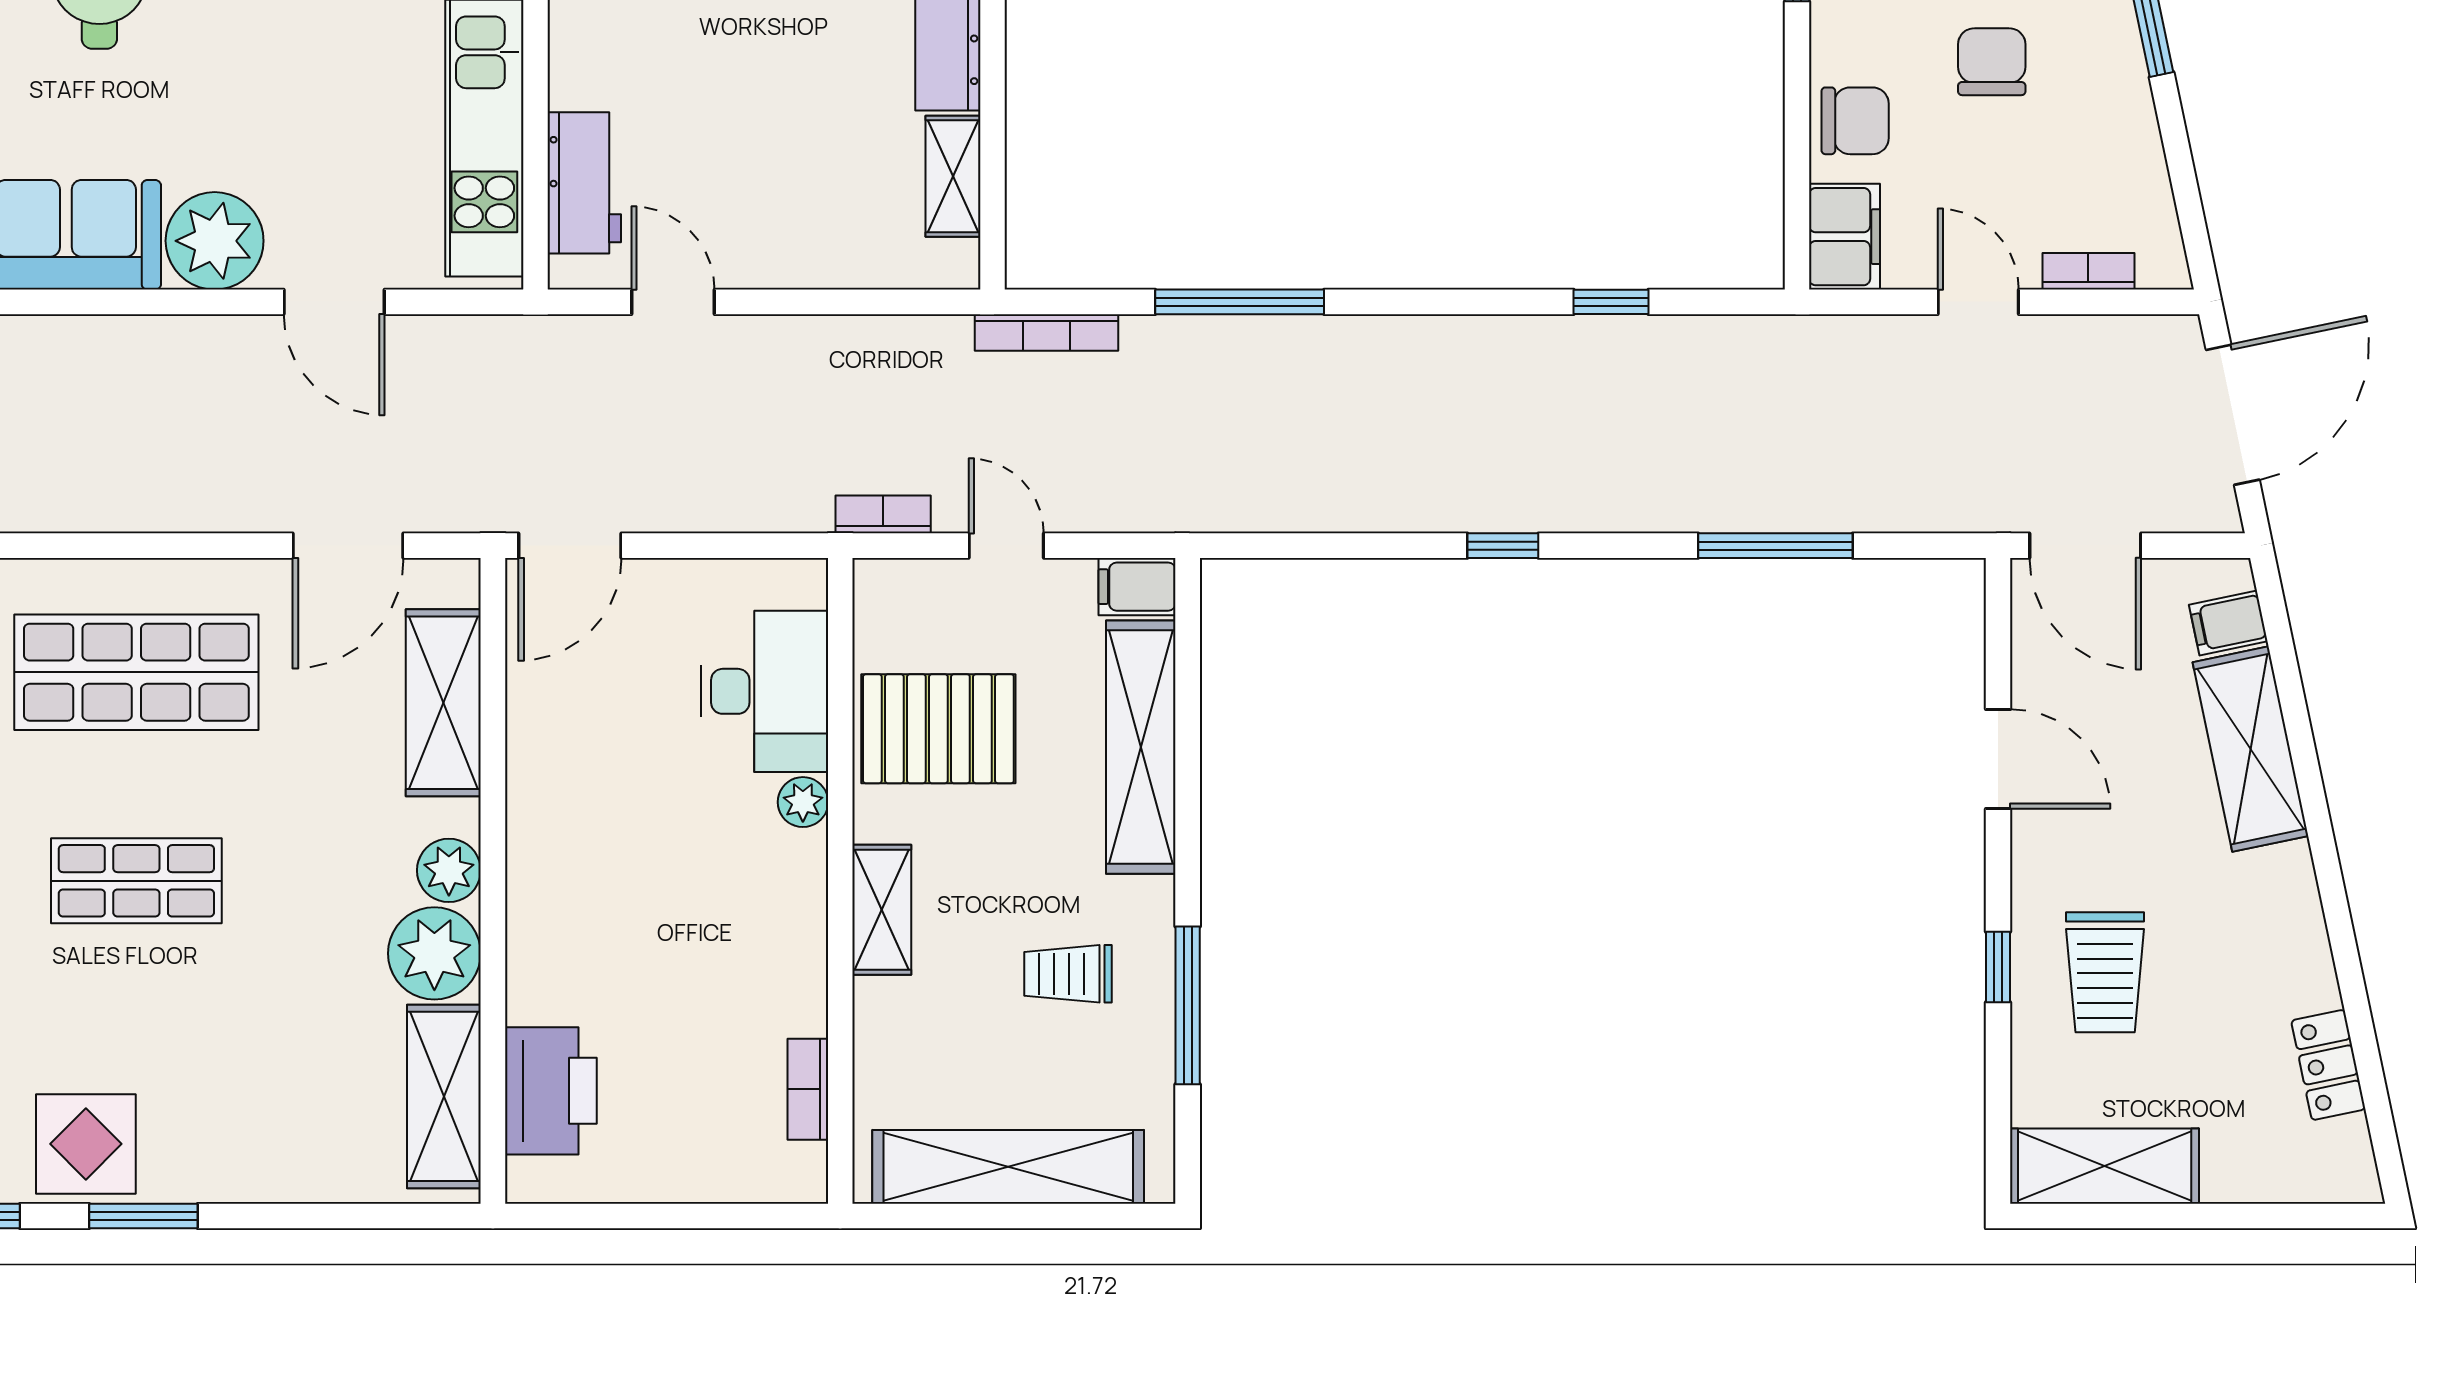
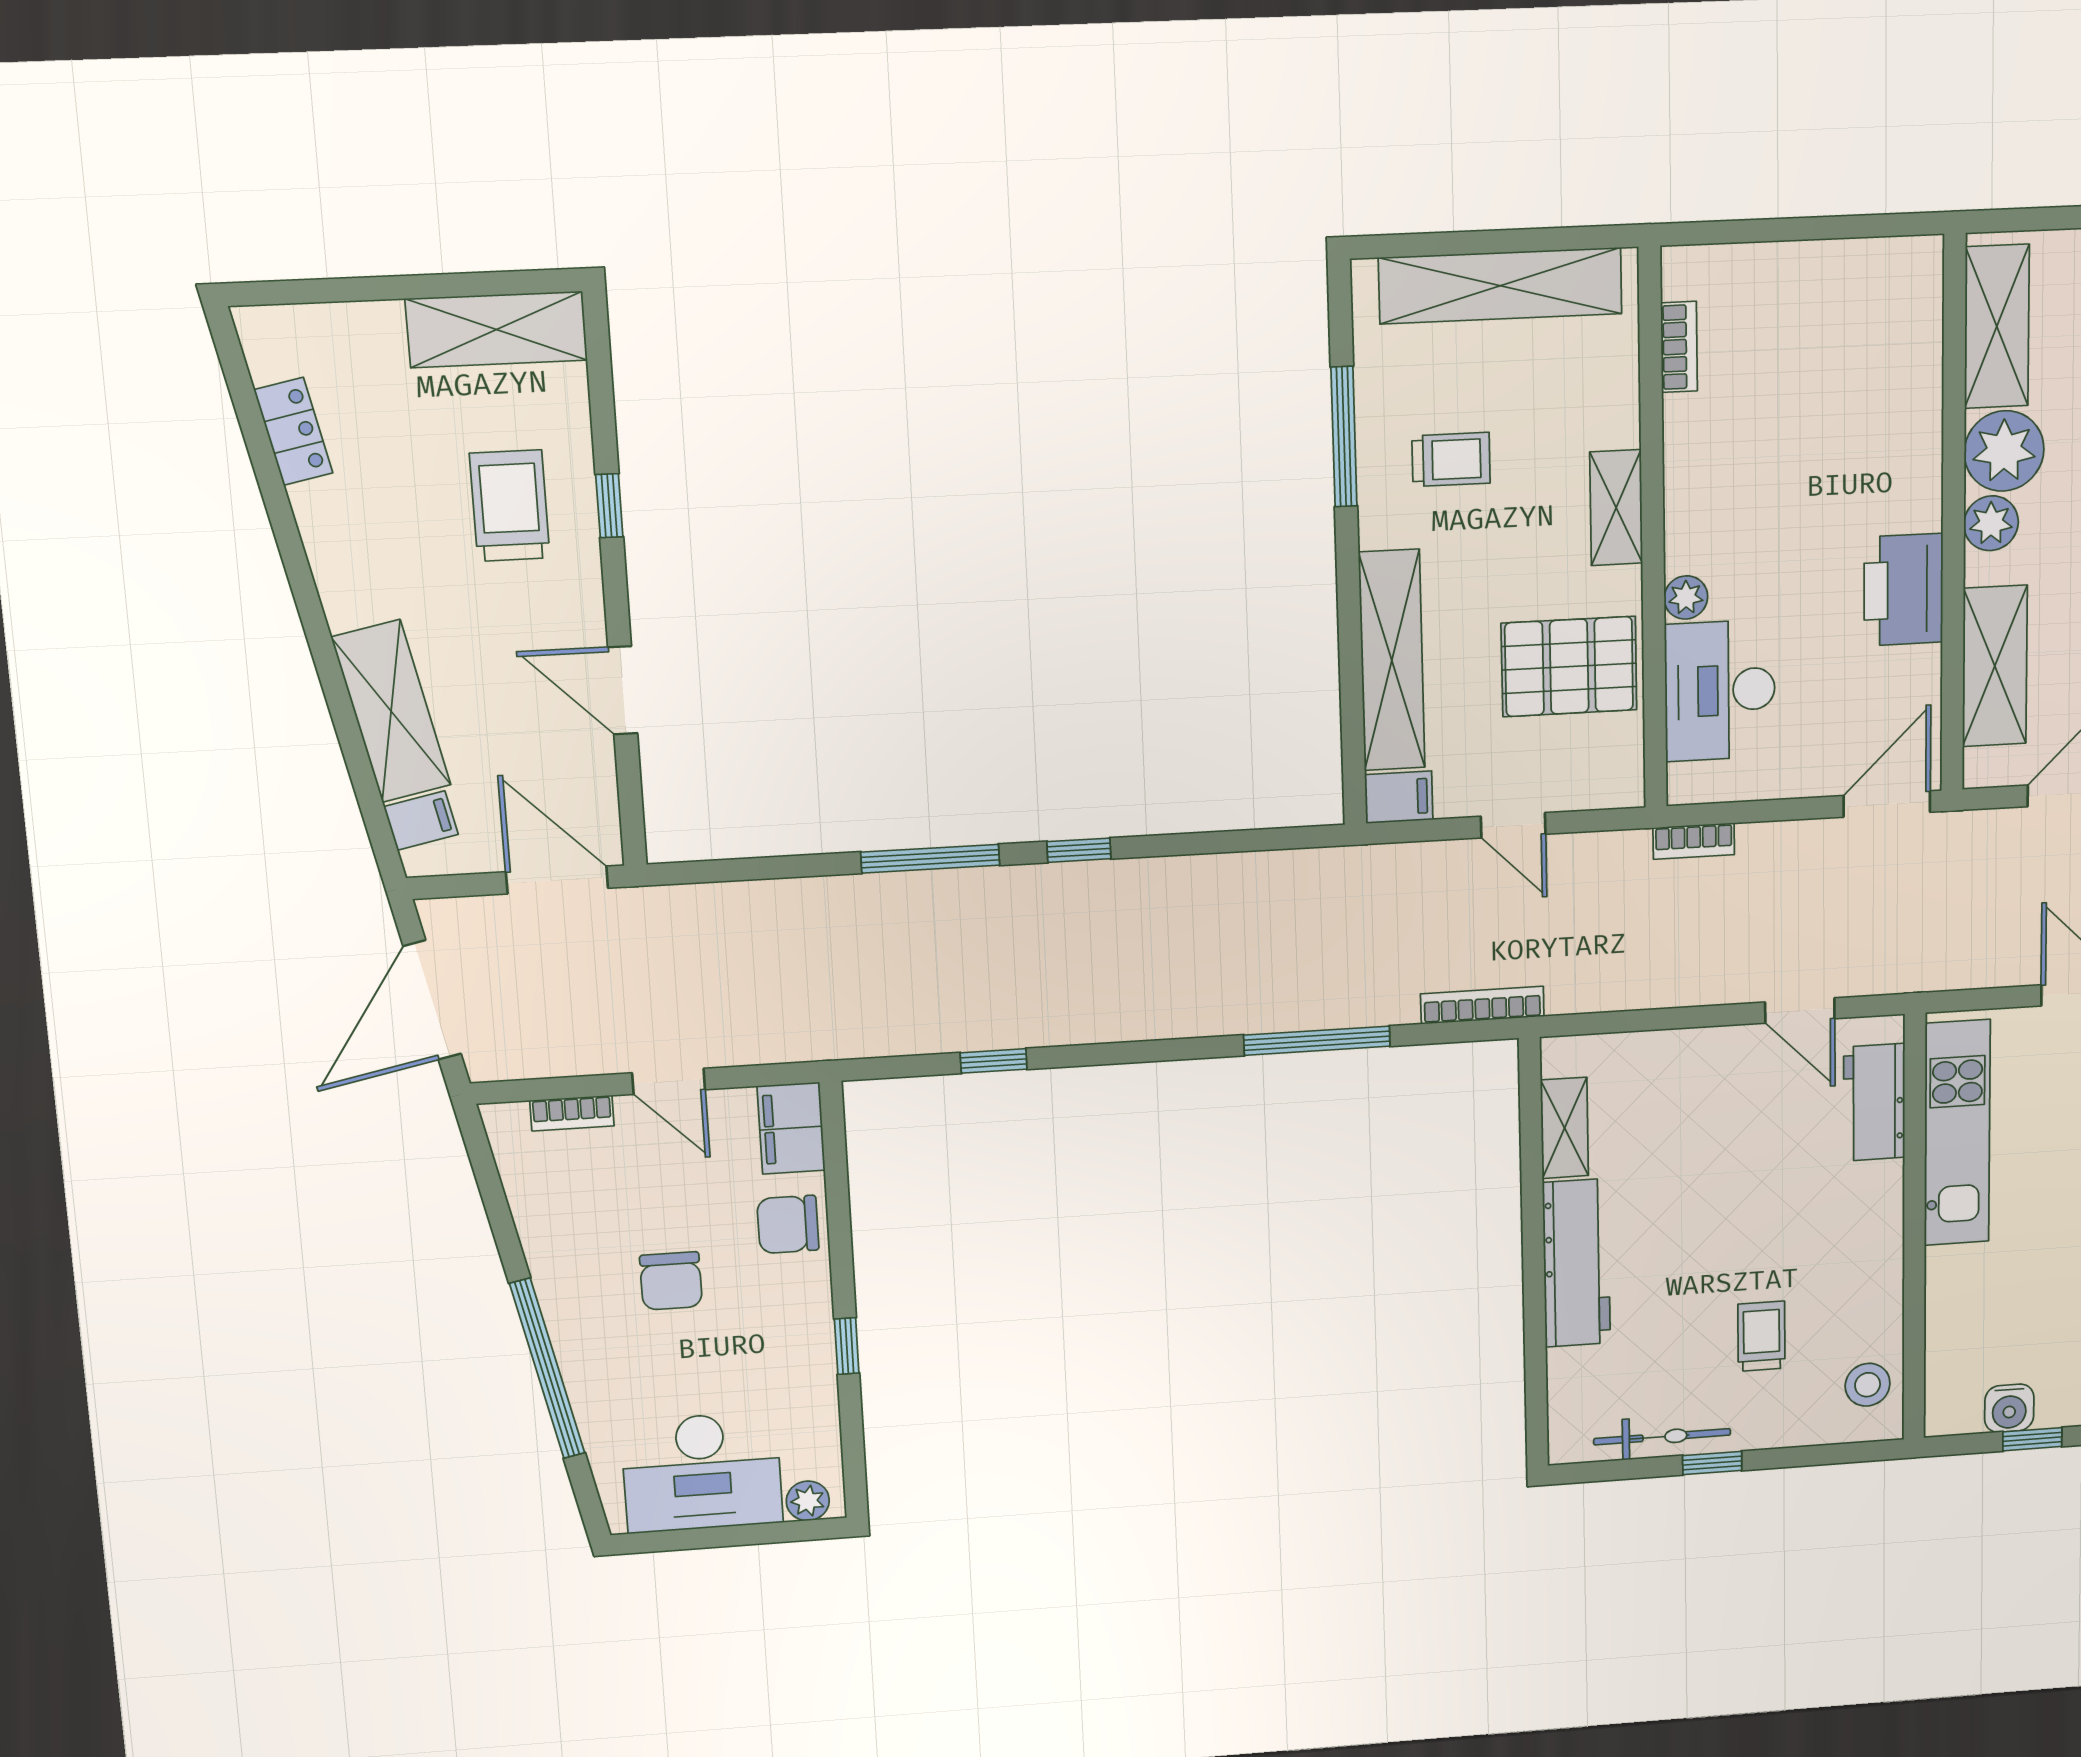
bookcase: (883, 514) -> (1694, 841), moved
window: (1775, 546) -> (930, 859), moved
printer: (551, 1091) -> (1903, 590), moved

